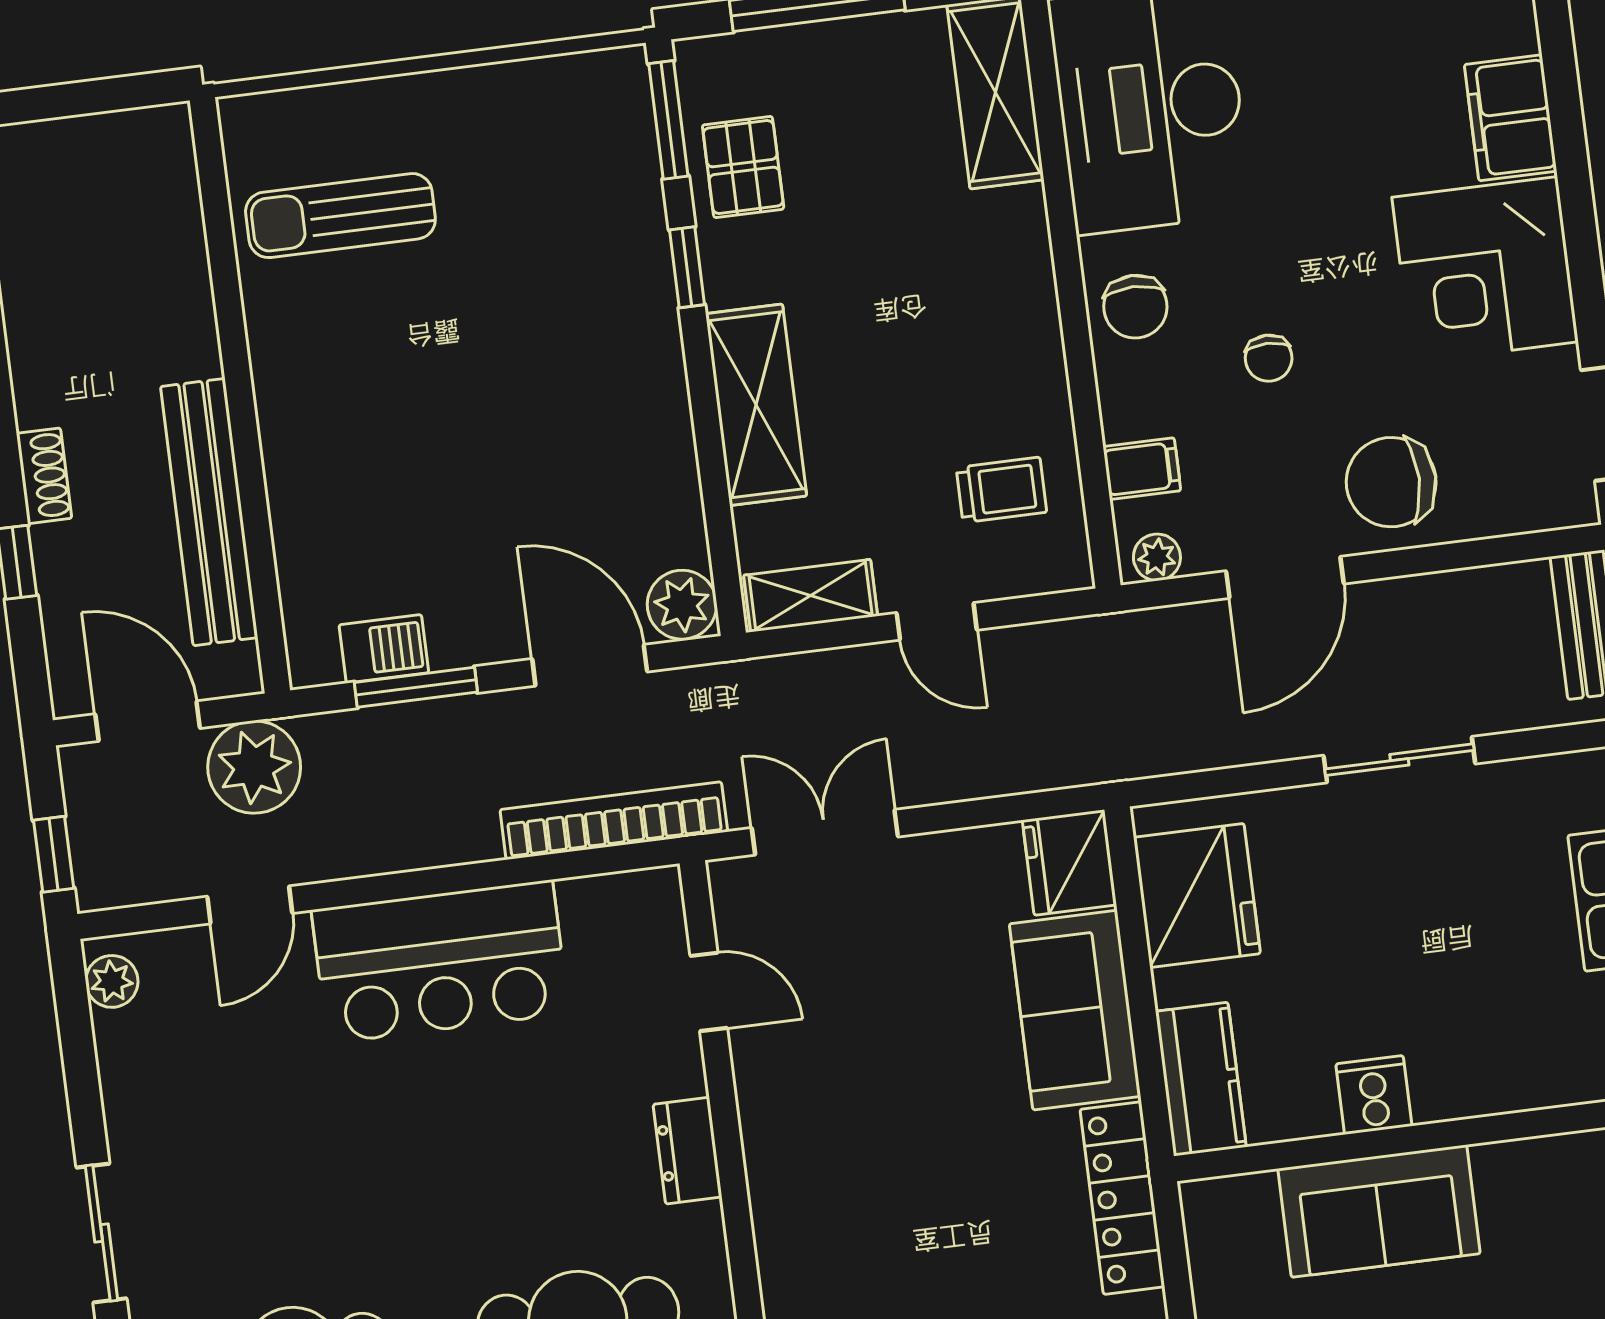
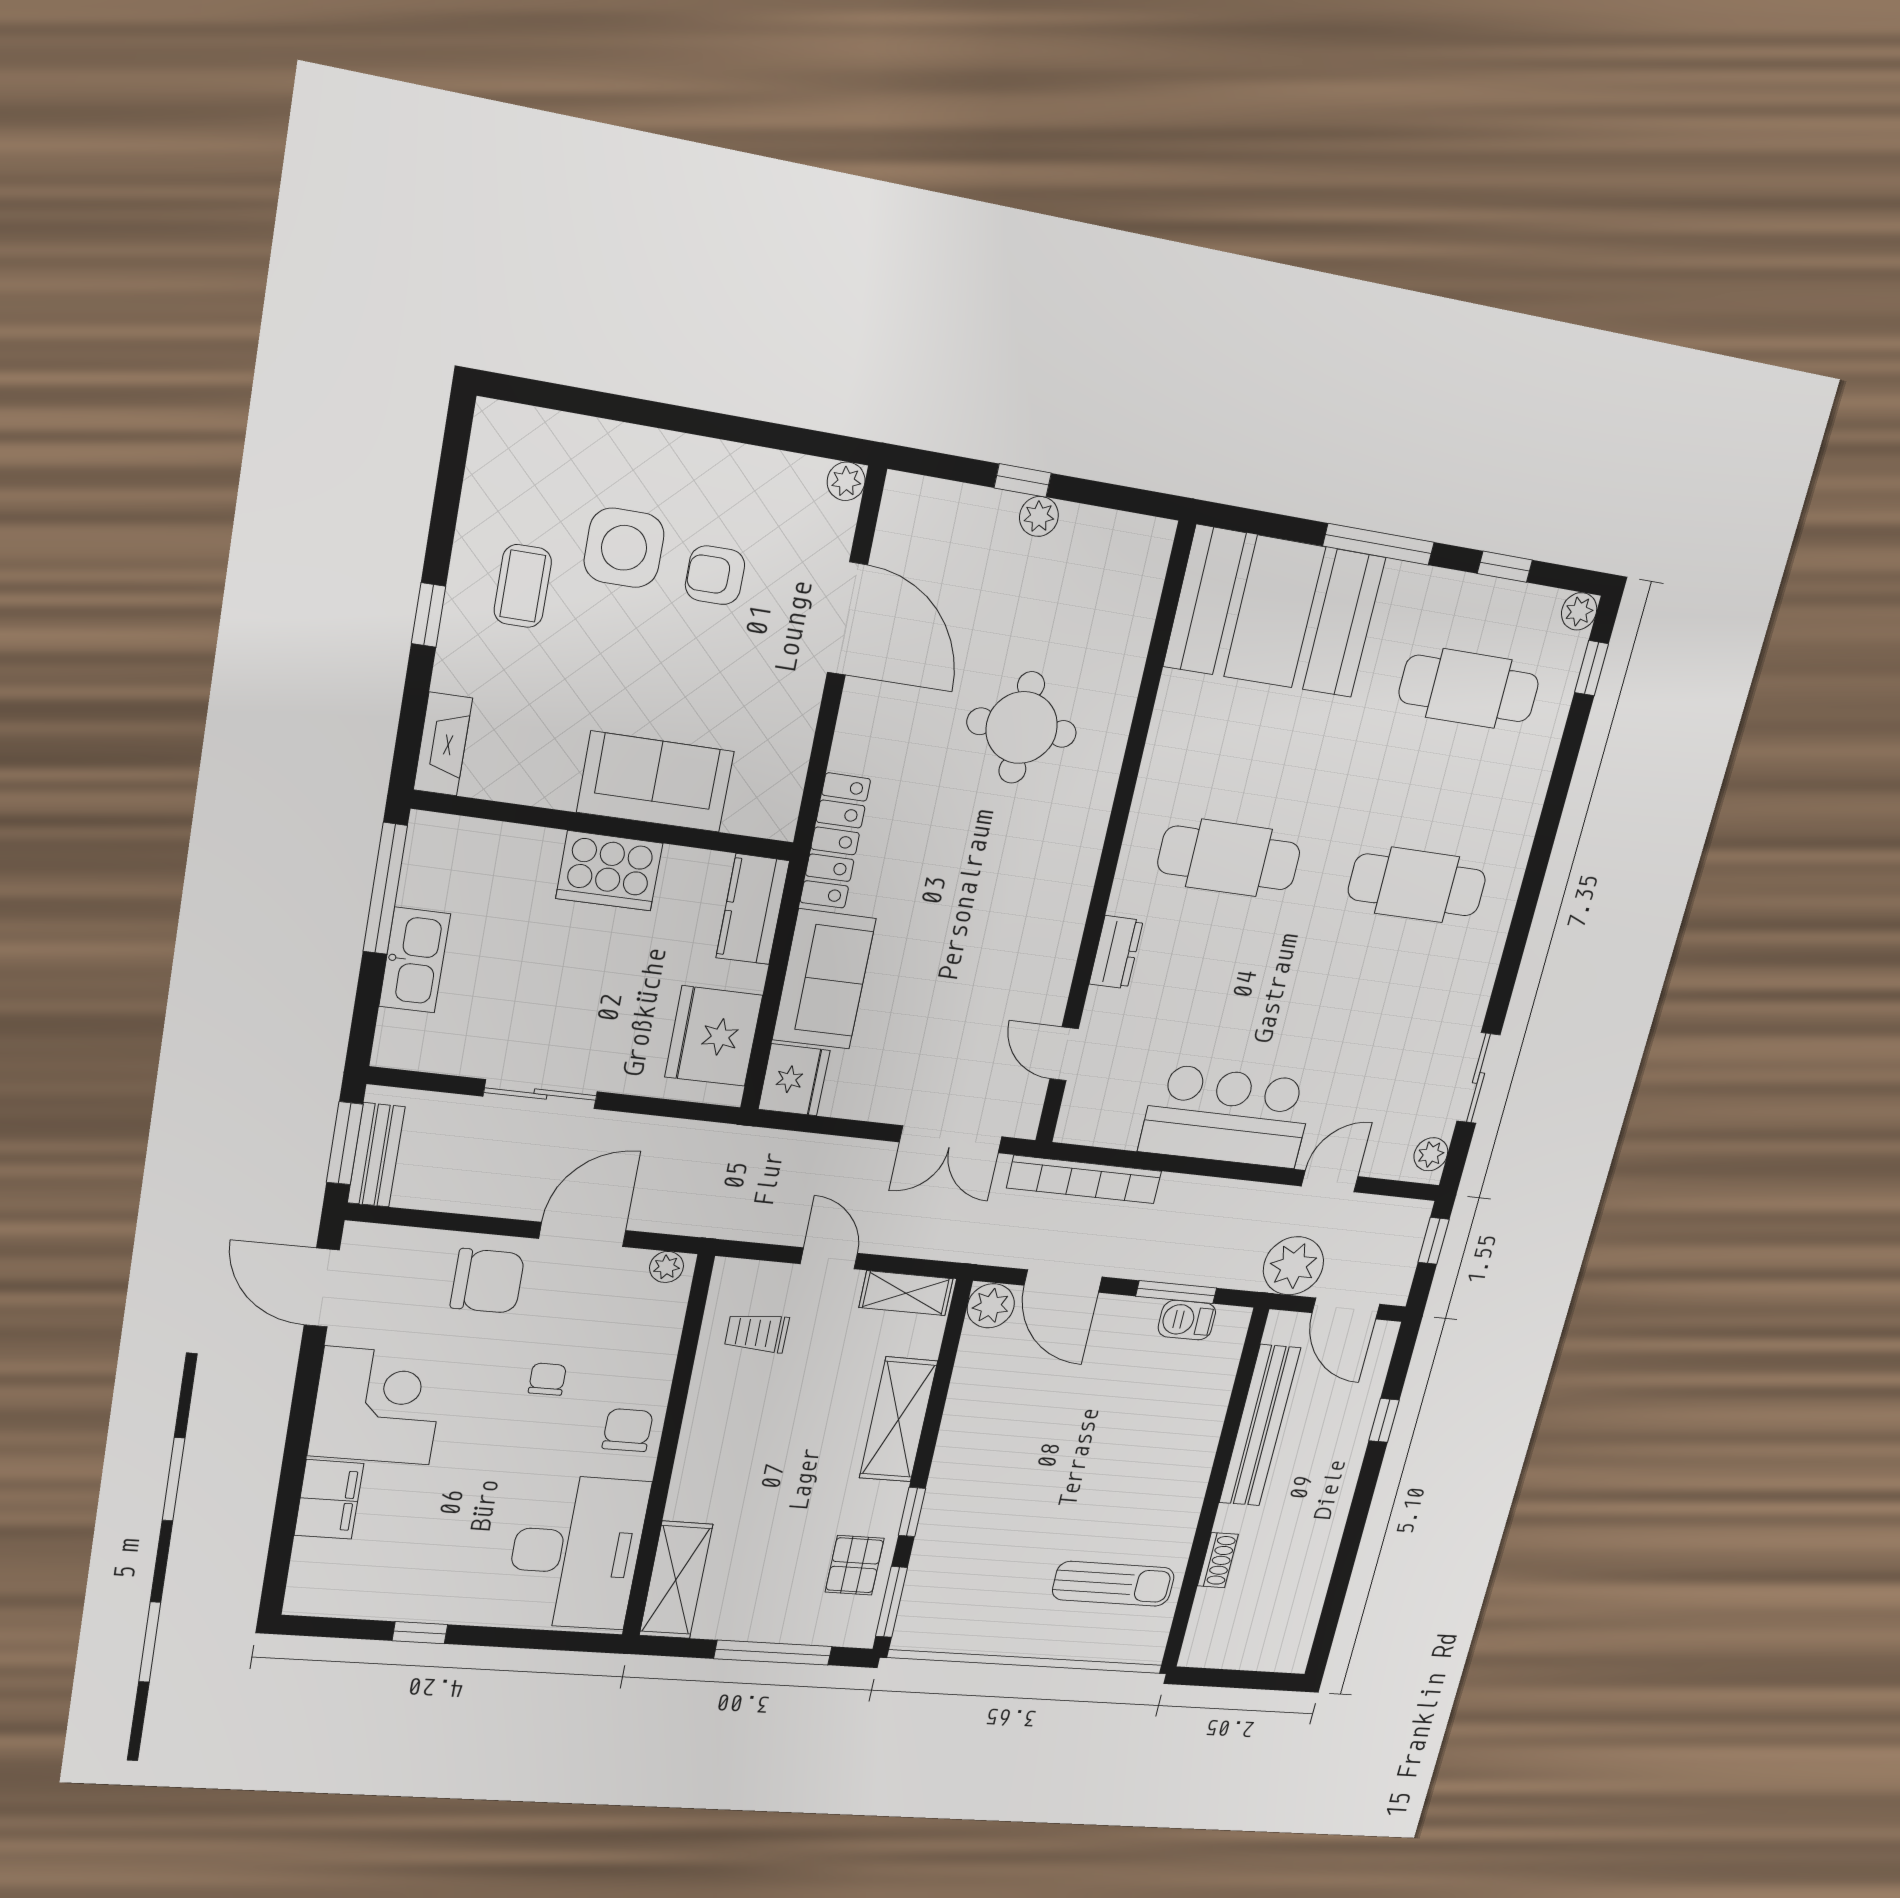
filing cabinet: (1142, 469) -> (658, 1326), removed
shoe rack: (44, 476) -> (1218, 1560), moved, turned 180
cooker: (1374, 1095) -> (609, 871), width x1.87, depth x1.31
sliding door: (101, 1233) -> (1478, 1078), moved

